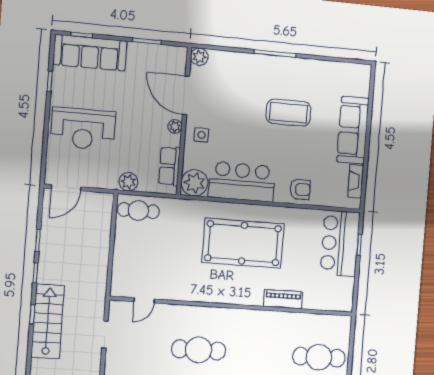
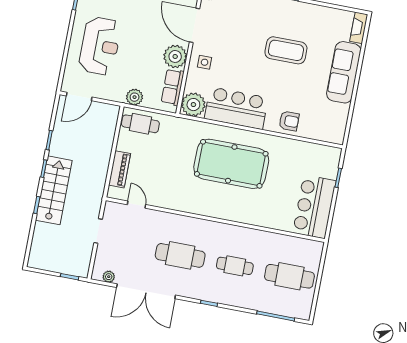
plant: (175, 126) -> (175, 56), width x1.88, depth x1.88
reception desk: (83, 129) -> (100, 46), turned -90
fireplace: (356, 181) -> (359, 28), moved
bar counter: (340, 243) -> (314, 207), moved
piano: (283, 299) -> (120, 169), moved, turned 90
door: (144, 300) -> (136, 205), swing flipped
stairs: (48, 322) -> (54, 190), moved
cafe table: (259, 354) -> (235, 266), added

